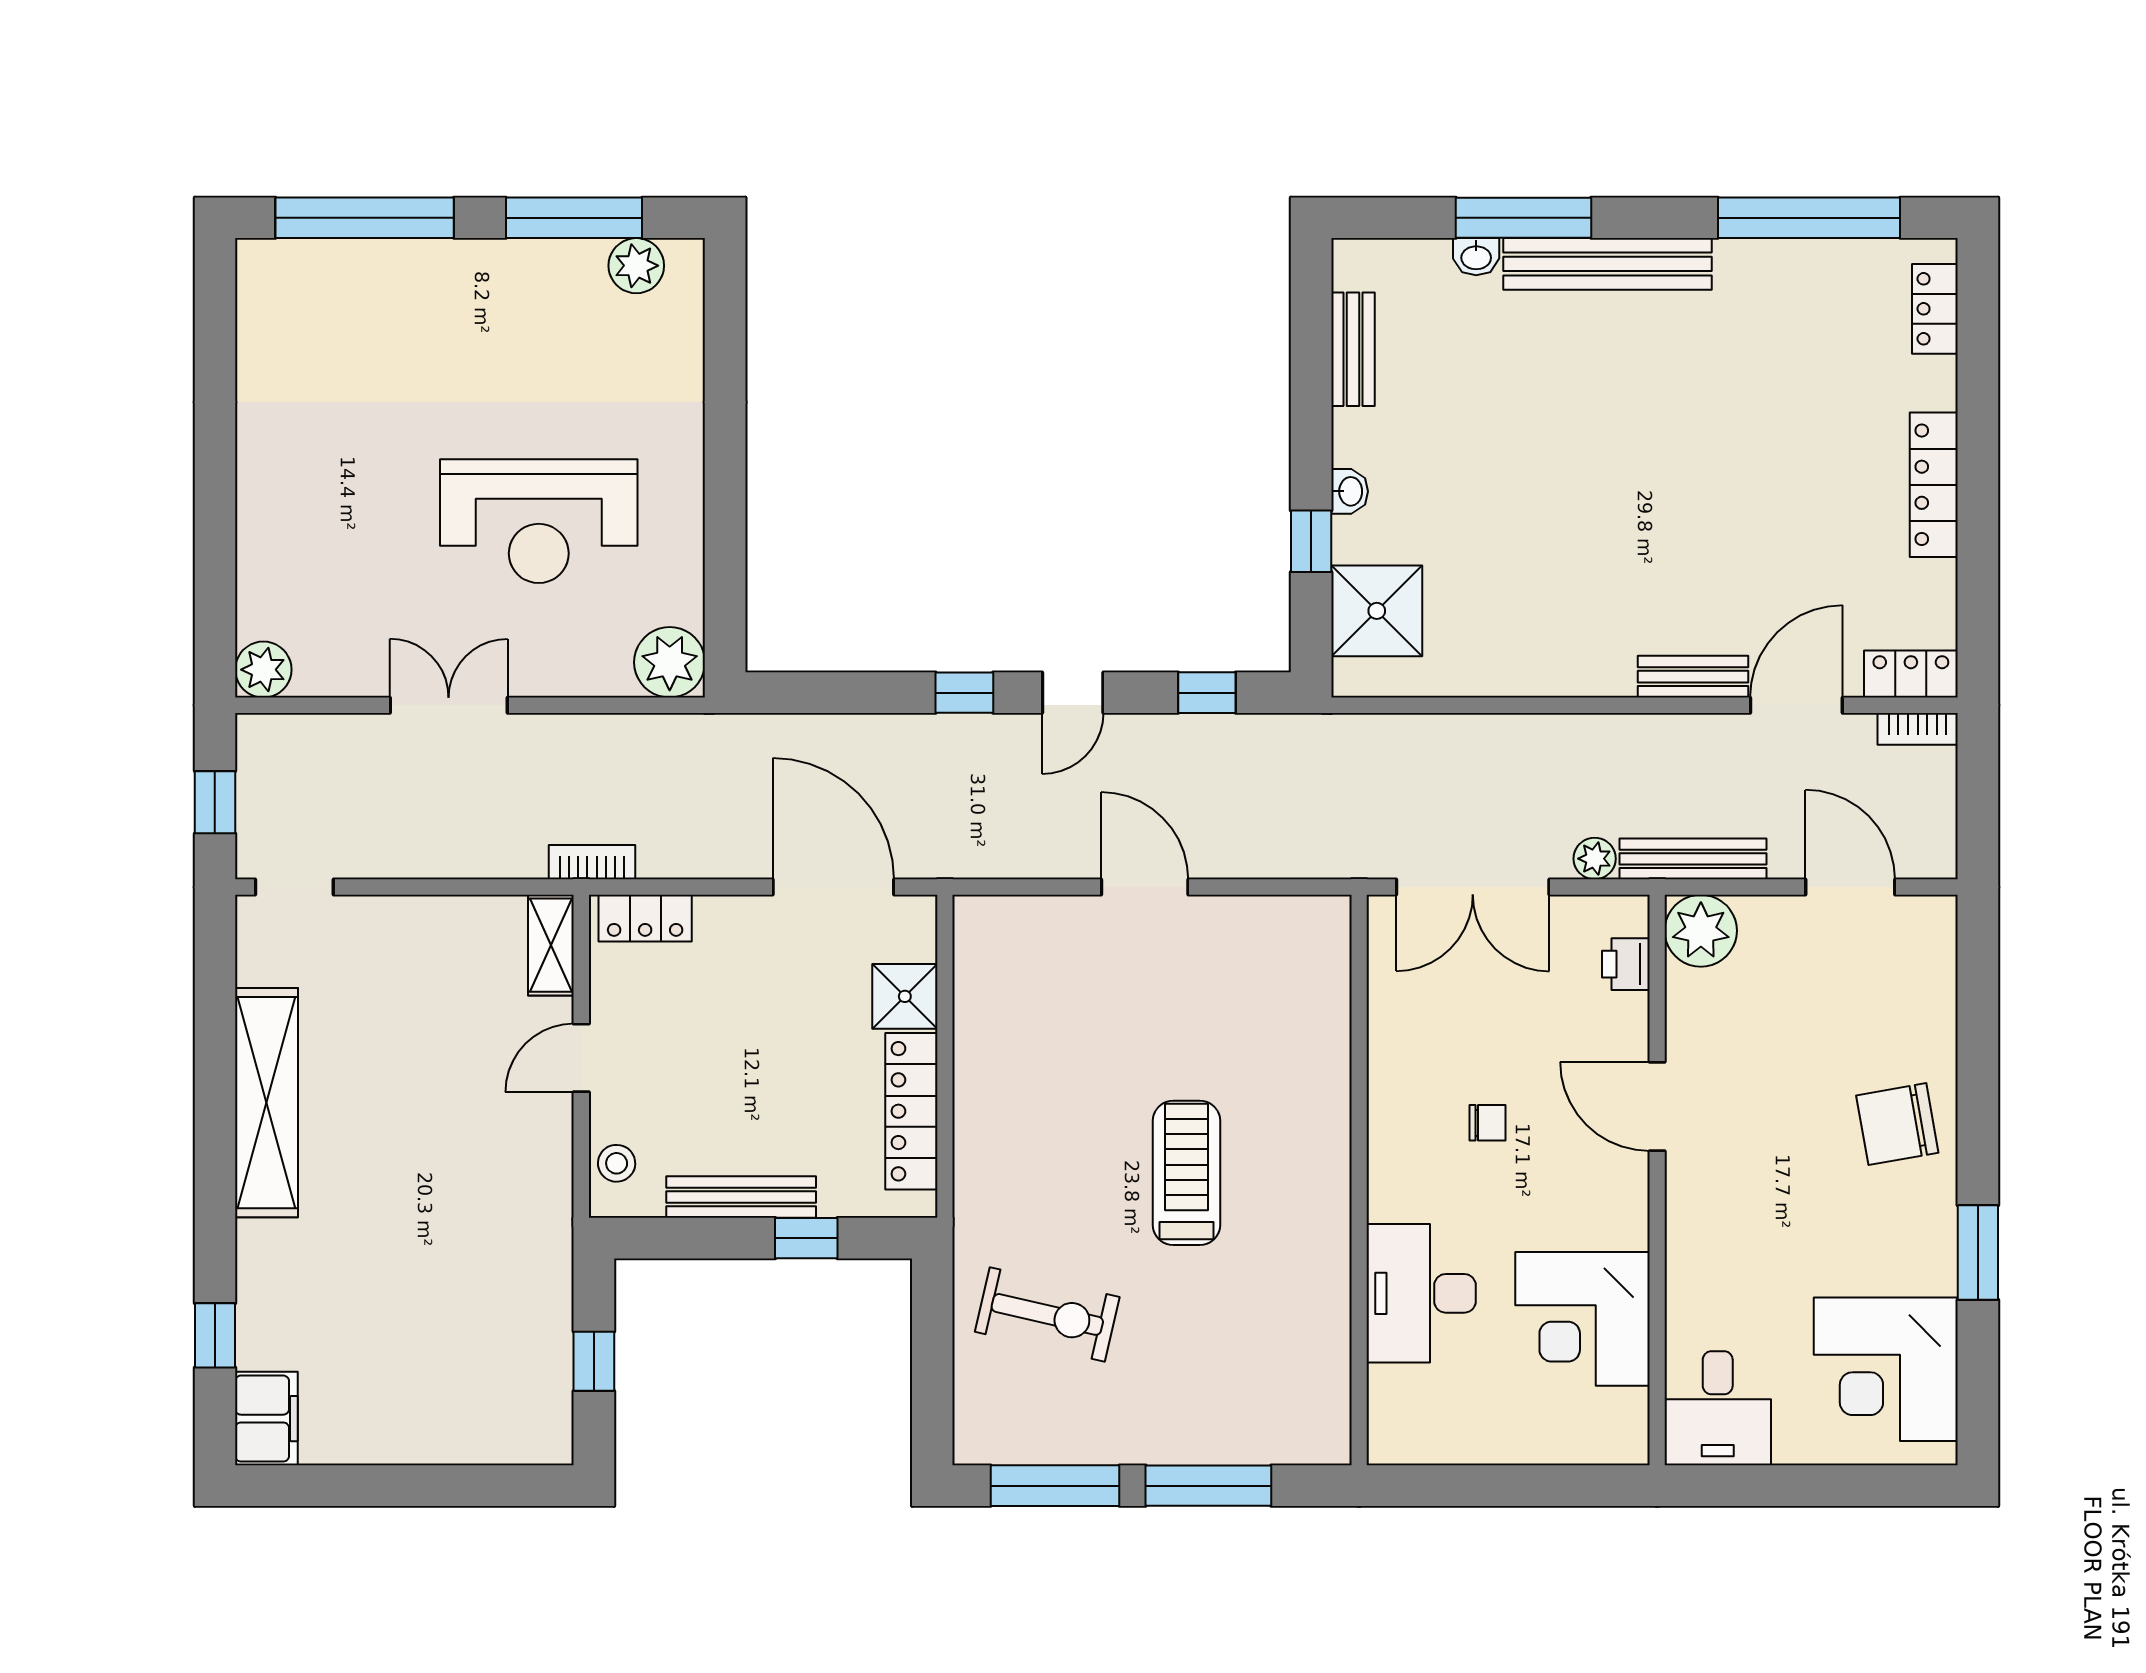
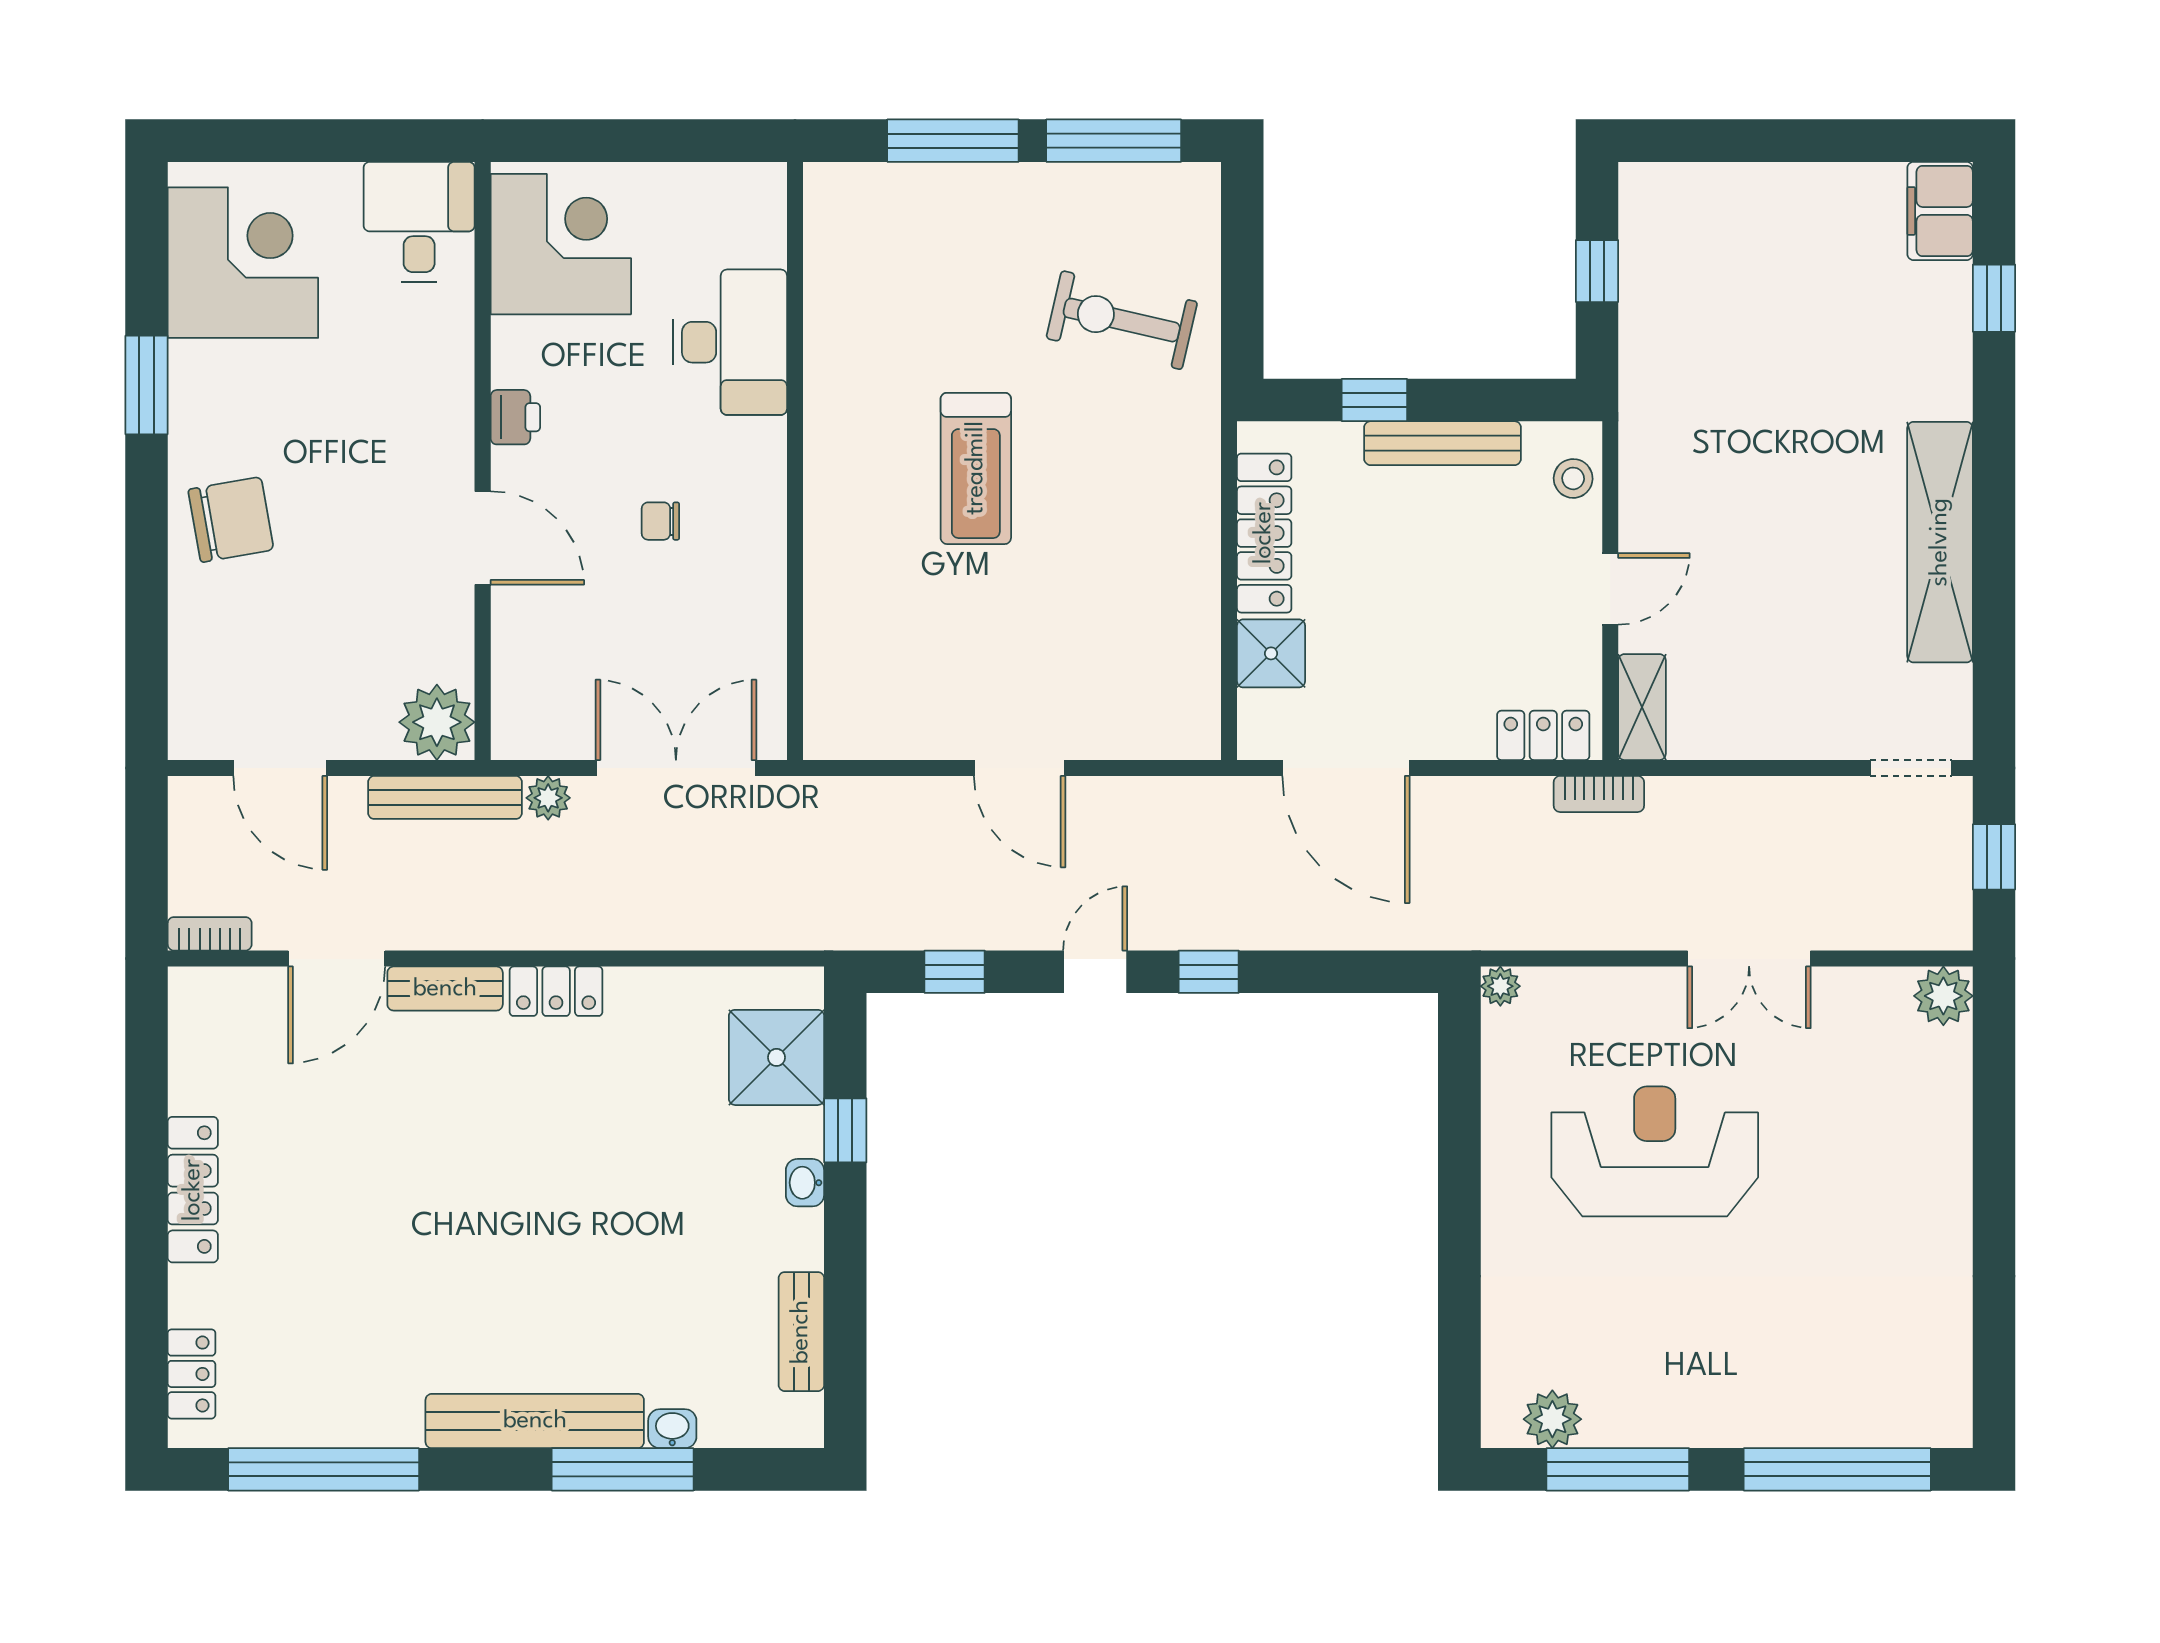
plant: (670, 662) -> (1500, 986), width x0.53, depth x0.53
locker: (1911, 674) -> (556, 991), moved
printer: (1626, 964) -> (515, 417), moved
corner desk: (1582, 1319) -> (561, 244), moved

